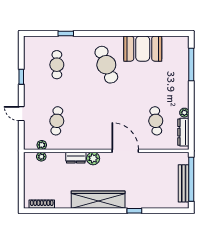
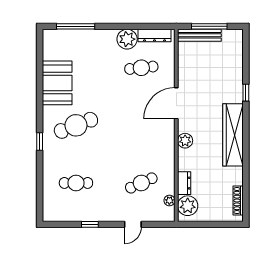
window: (66, 33) -> (40, 141), moved
plant: (184, 113) -> (127, 39), width x1.87, depth x1.87
cafe table: (57, 121) -> (141, 183), turned -30
plant: (41, 157) -> (188, 206), width x1.87, depth x1.87
dresser: (76, 158) -> (184, 183), moved
window: (191, 179) -> (209, 26), width x0.68
bench: (184, 183) -> (199, 35), moved

